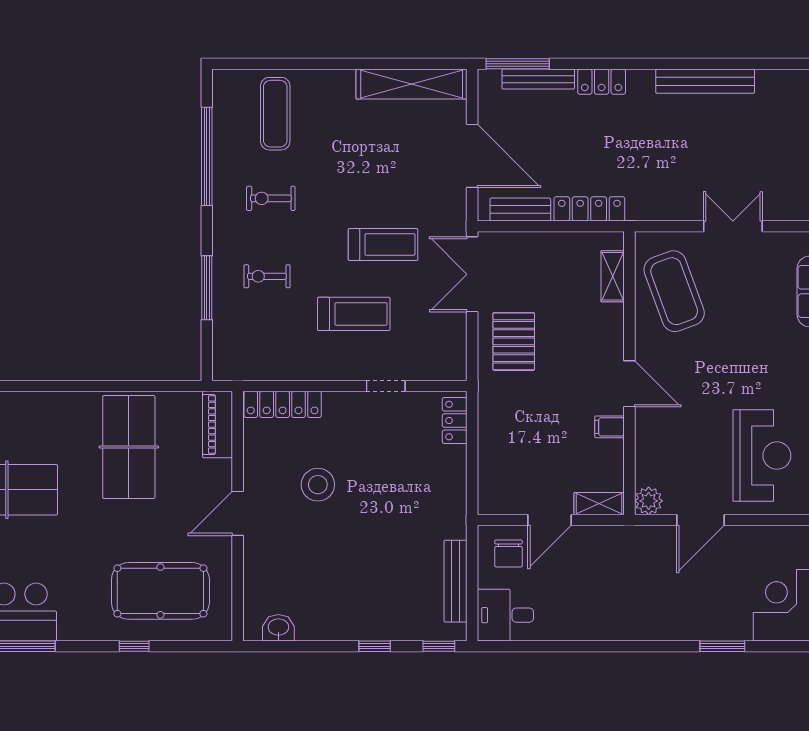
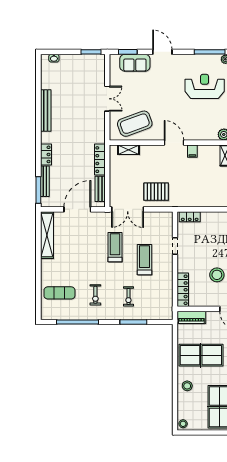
double door: (733, 226) -> (107, 99), swing flipped
door: (629, 384) -> (174, 143), hinge flipped
stool: (56, 415) -> (187, 386), added

